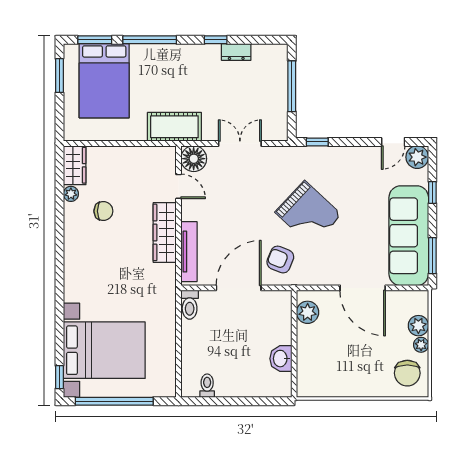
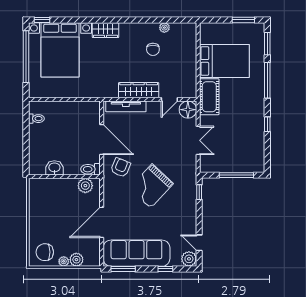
dresser: (236, 52) -> (259, 138), removed
bed: (104, 81) -> (224, 61), moved, turned 180
wardrobe: (75, 165) -> (105, 30), moved
toilet: (190, 305) -> (90, 169), moved

